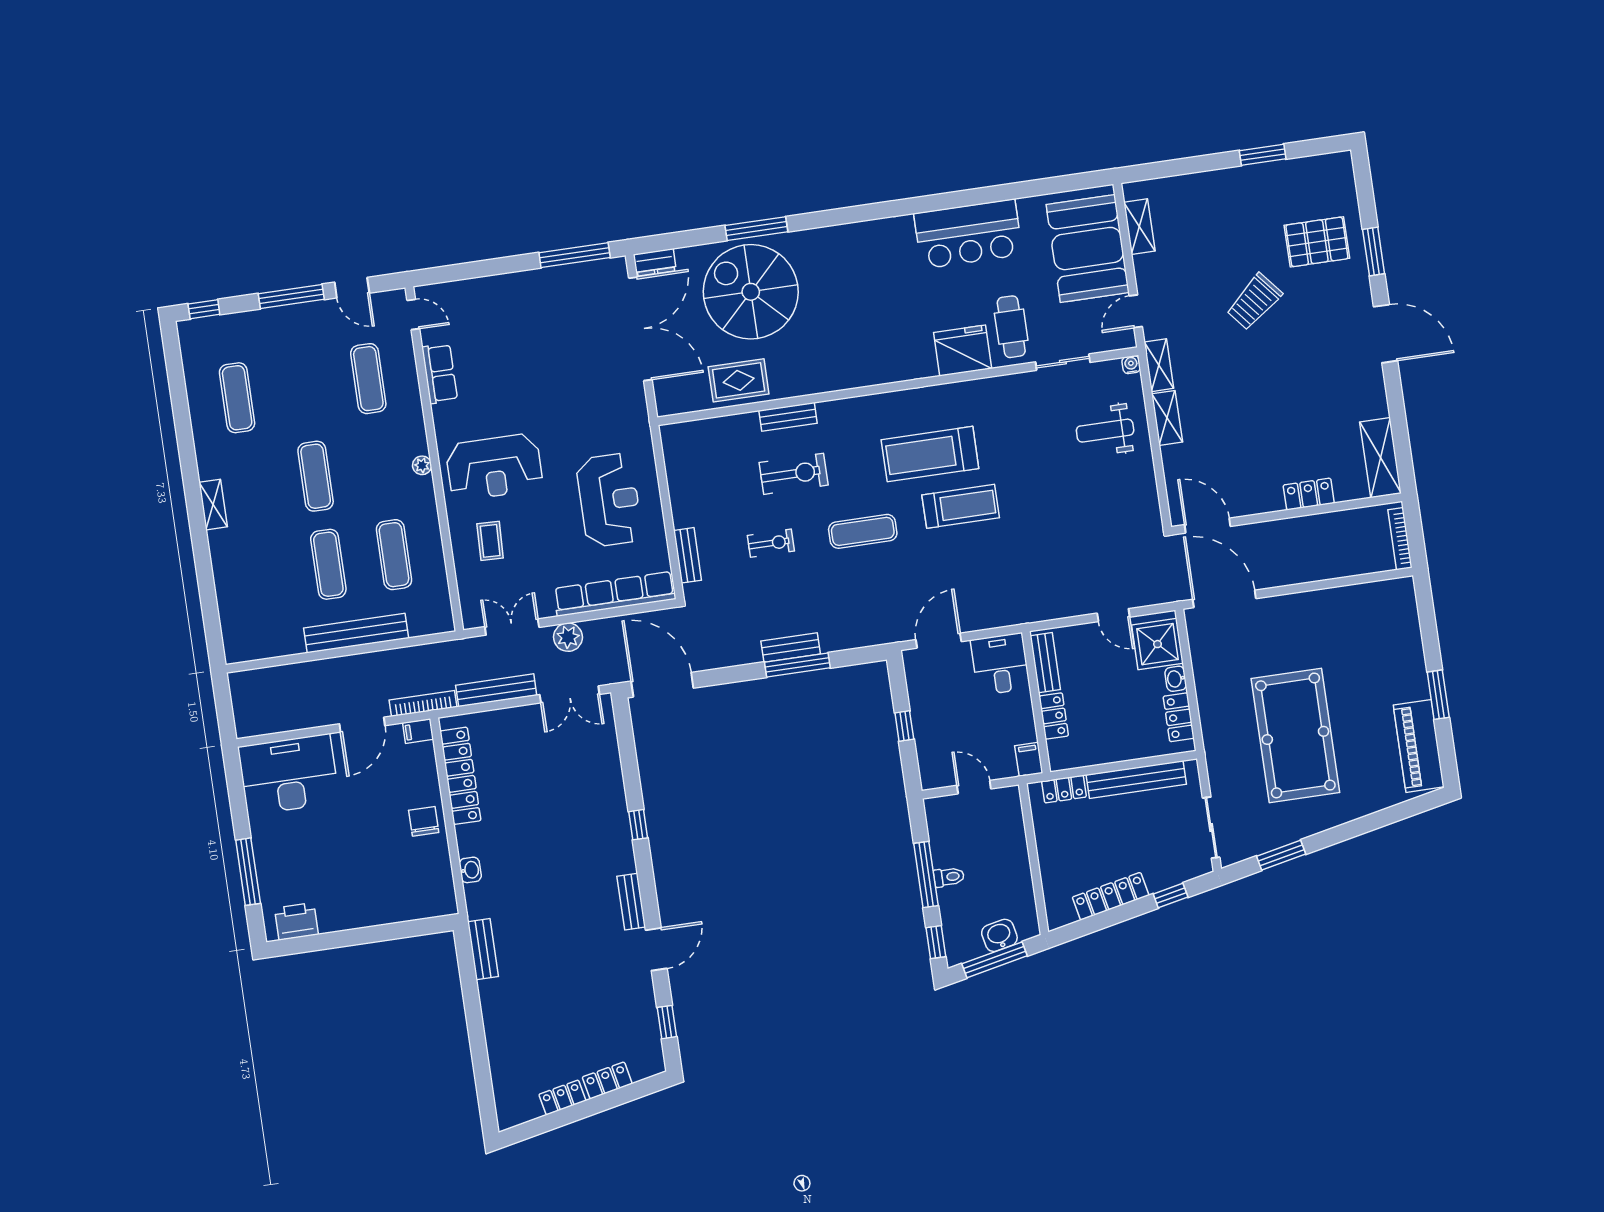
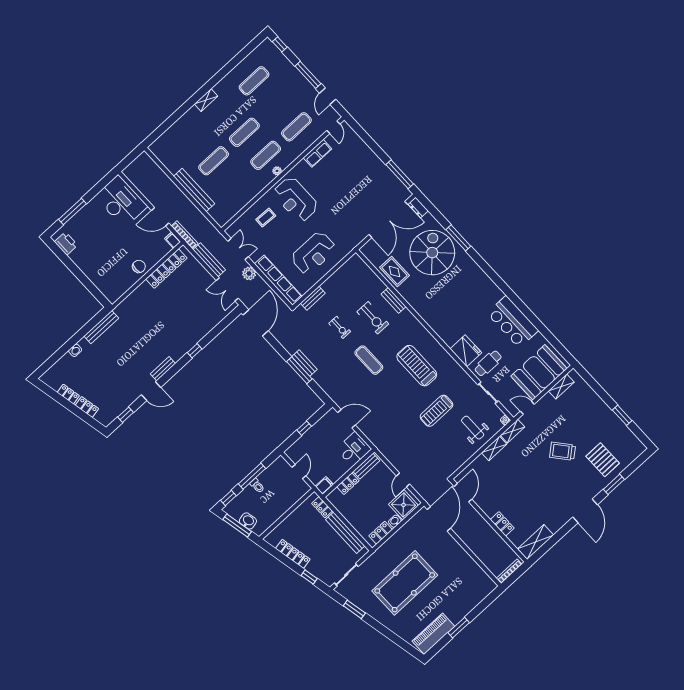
treadmill: (961, 506) -> (437, 411), moved, turned 90
exercise mat: (394, 555) -> (266, 155), moved
washbasin: (470, 870) -> (75, 350), moved
bench: (483, 949) -> (101, 327), width x1.36

